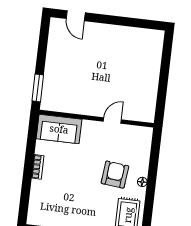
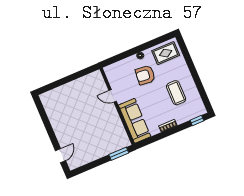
sofa: (59, 129) -> (135, 121), width x1.36
coffee table: (72, 200) -> (176, 93), added
window: (24, 206) -> (197, 121), added

